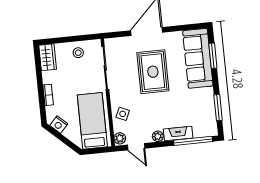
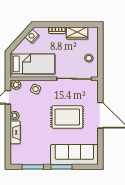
window: (213, 56) -> (61, 167), moved
wardrobe: (48, 57) -> (77, 33), moved
window: (193, 141) -> (8, 144), removed

